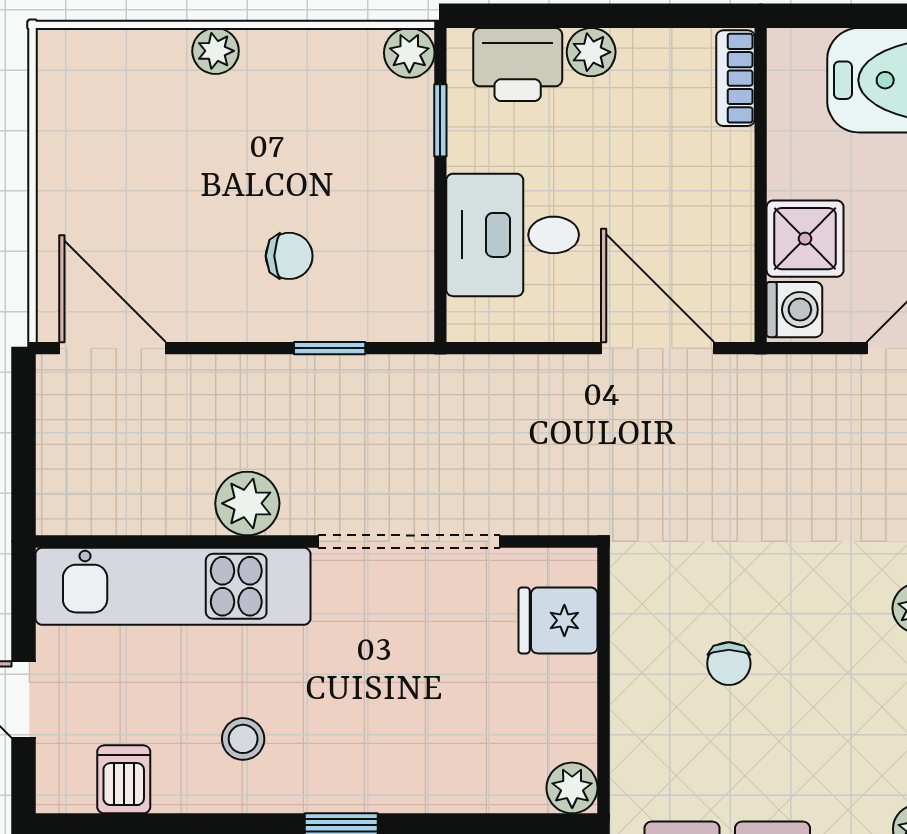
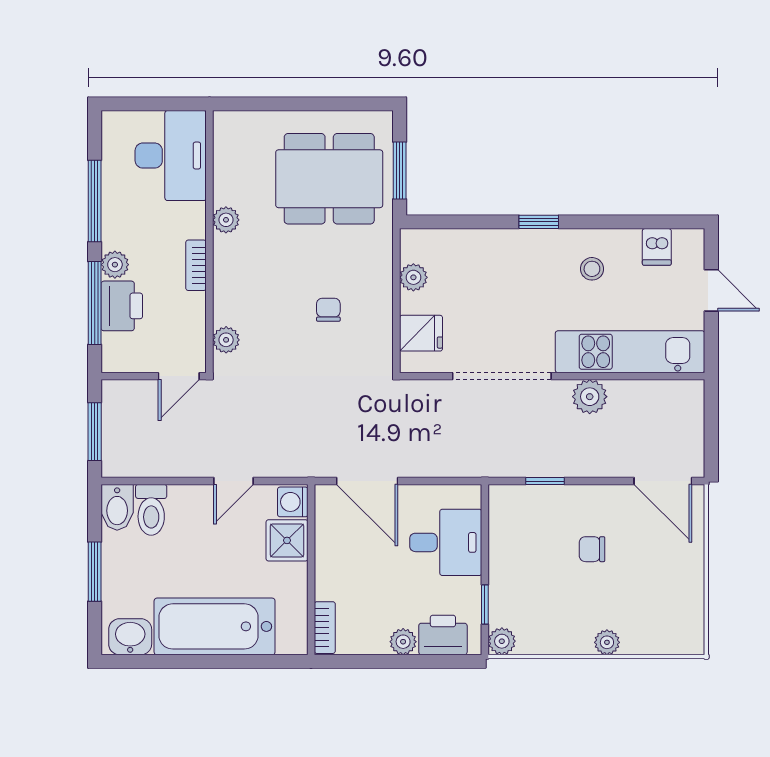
chair: (289, 256) -> (592, 549), moved
plant: (572, 788) -> (413, 277), moved

